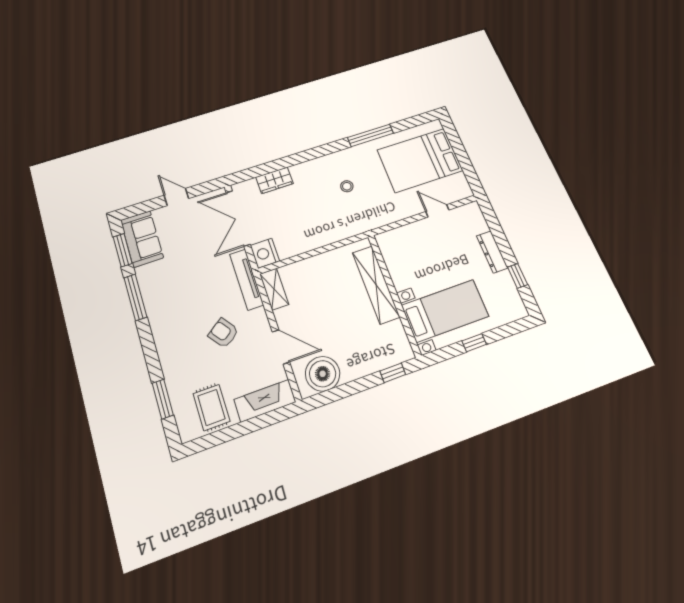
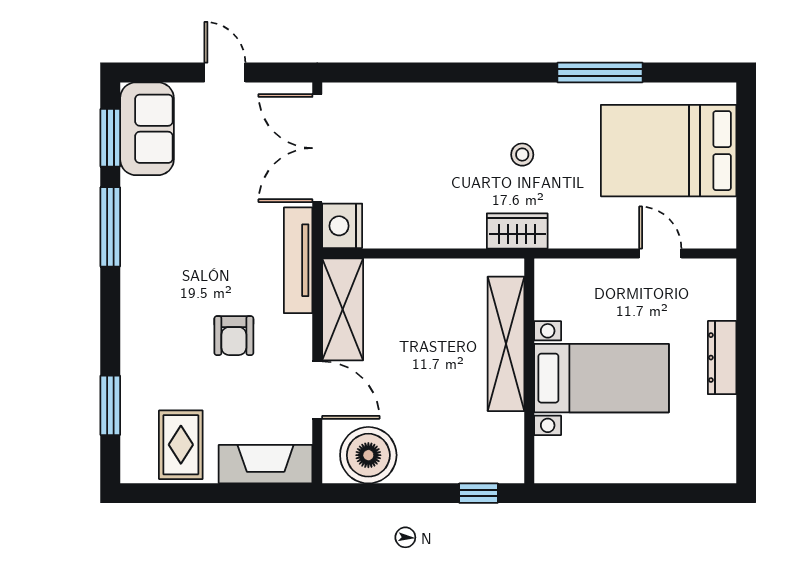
wardrobe: (274, 180) -> (517, 231), moved, turned 180
window: (518, 276) -> (746, 412), removed
shelving: (274, 289) -> (343, 309), width x1.50, depth x1.33
bed with nightstands: (445, 311) -> (602, 378), moved
armchair: (223, 333) -> (234, 336), turned -144
window: (474, 343) -> (627, 493), removed

